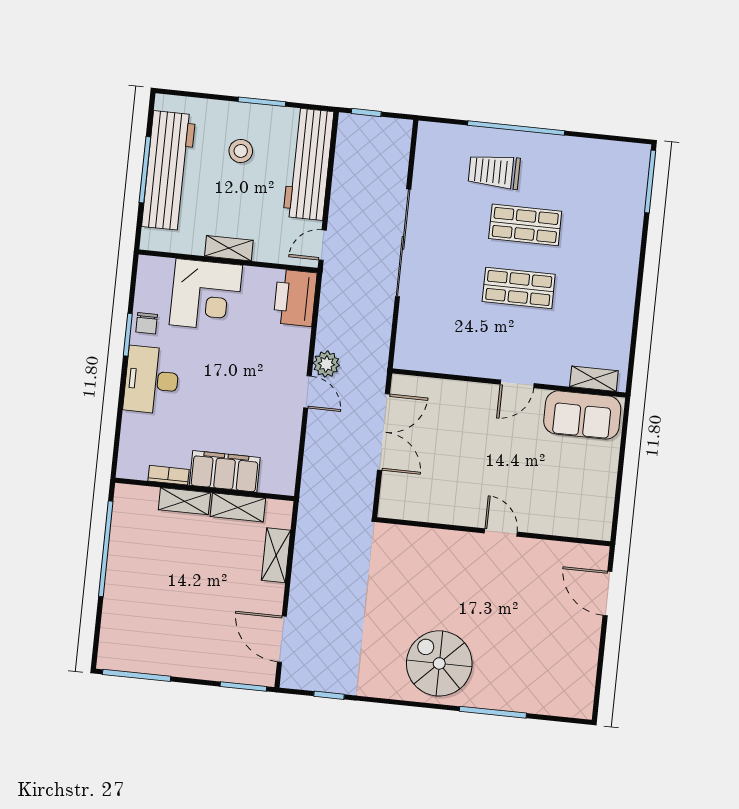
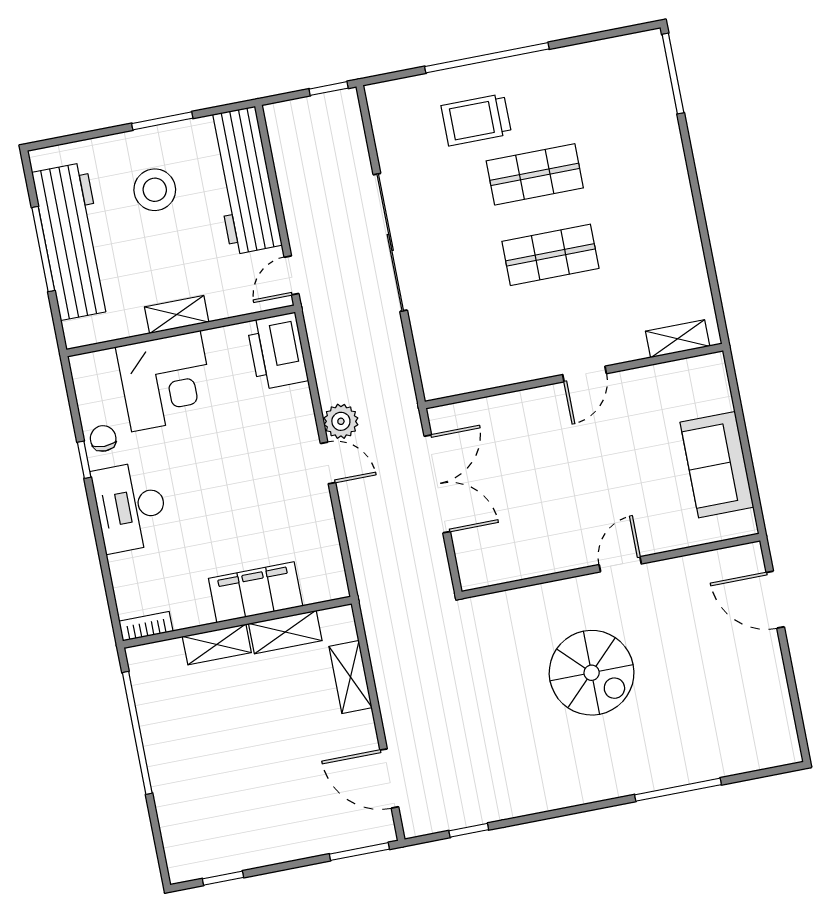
window: (366, 113) -> (329, 89), moved
stool: (241, 151) -> (155, 190), width x1.38, depth x1.38
chair: (147, 323) -> (103, 438), turned 180
window: (128, 335) -> (84, 460), width x0.67
sofa: (582, 415) -> (717, 465), moved, turned 90
bookcase: (168, 475) -> (146, 626), moved
door: (501, 533) -> (620, 564), hinge flipped
spiral stairs: (439, 663) -> (592, 673), moved, turned 180
window: (137, 675) -> (223, 878), width x0.46

